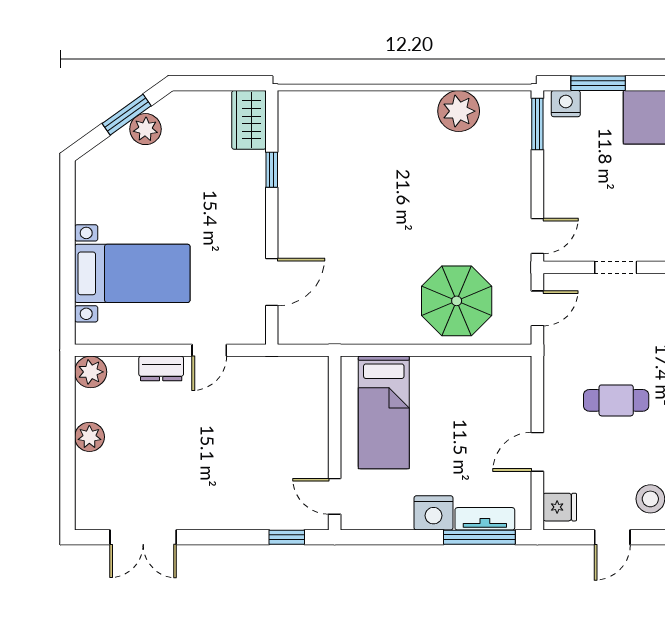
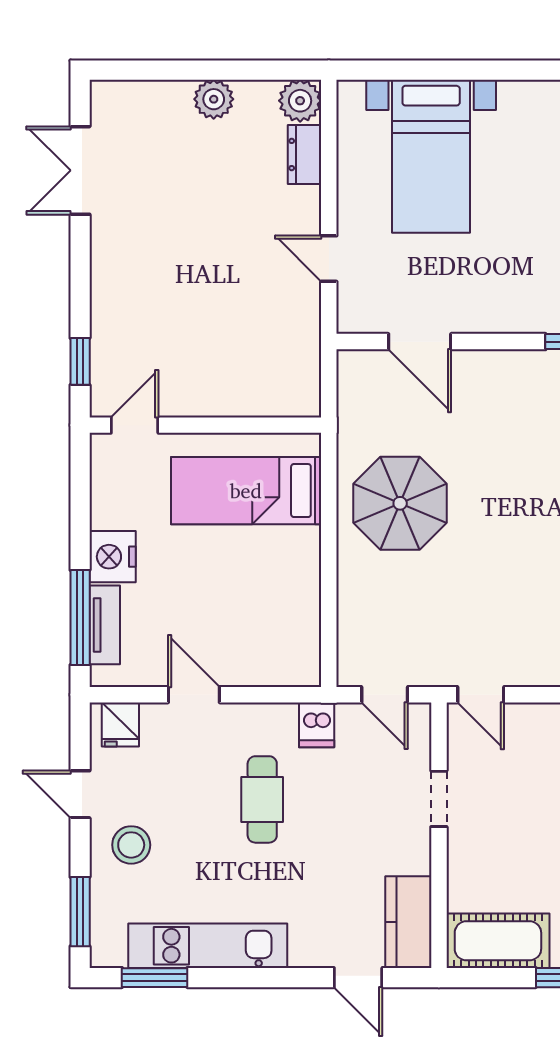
parasol: (457, 301) -> (400, 503), moved
dishwasher: (560, 359) -> (317, 725), added
dresser: (161, 368) -> (305, 155), moved

